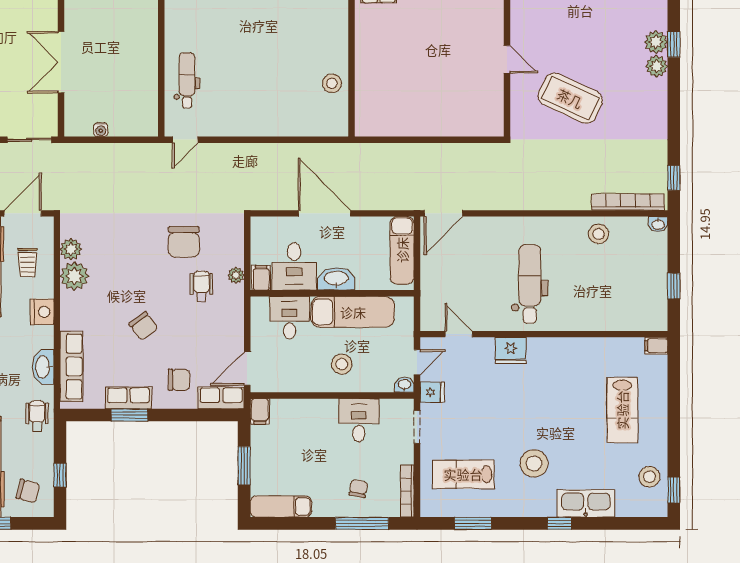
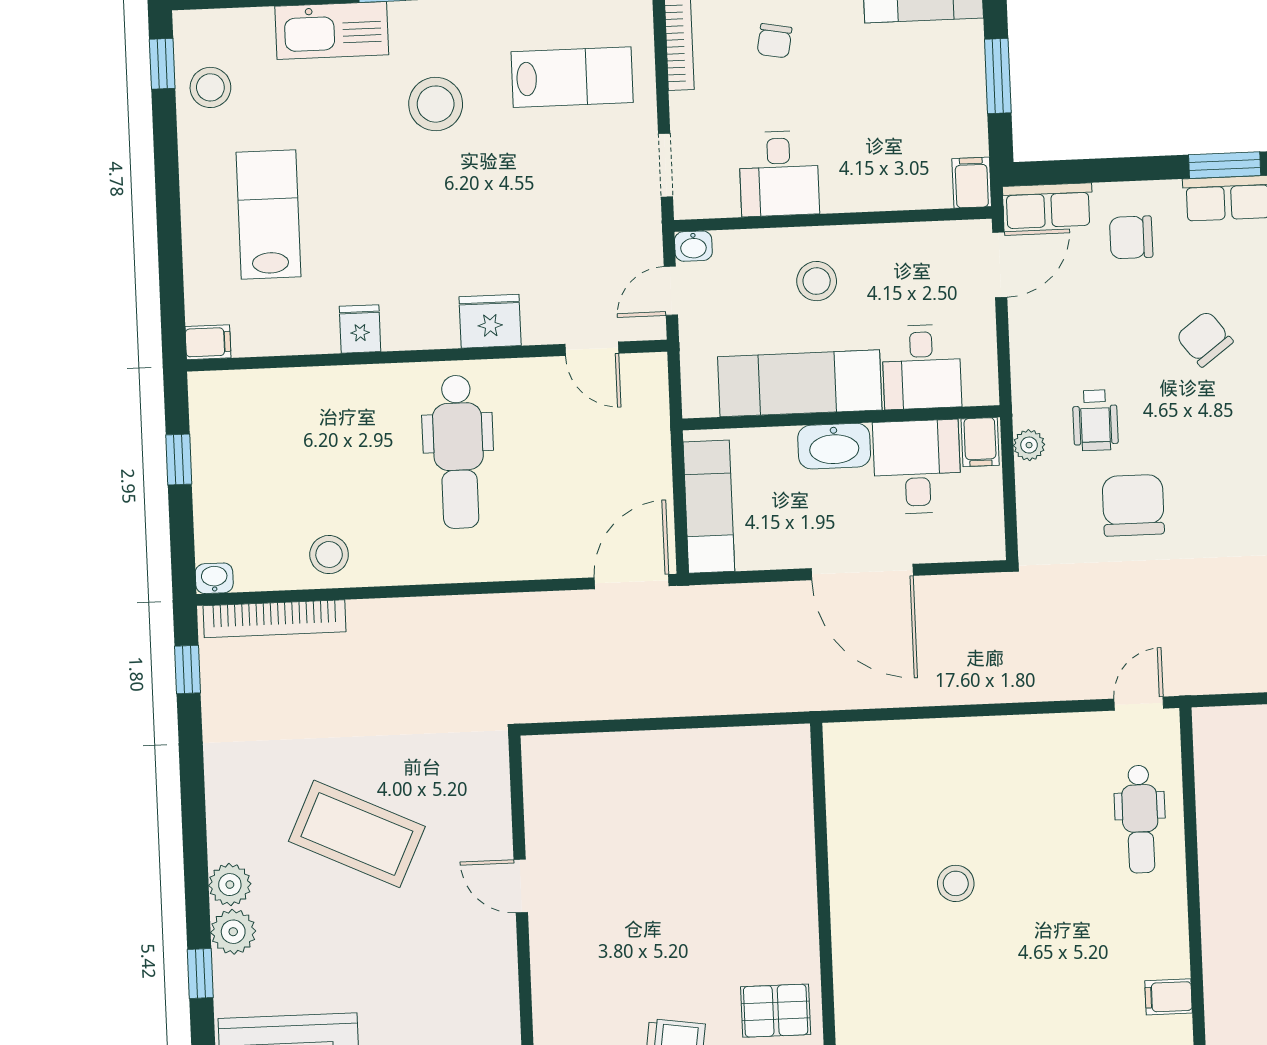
window: (674, 44) -> (200, 974), moved
stool: (332, 83) -> (956, 883), moved
coffee table: (570, 98) -> (357, 834), moved
fridge: (432, 392) -> (360, 329), moved, turned 90

